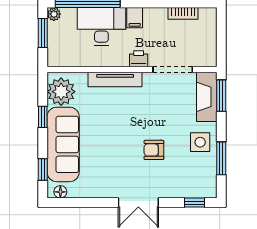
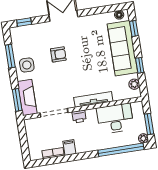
filing cabinet: (135, 18) -> (69, 148), moved
desk: (101, 26) -> (115, 119), moved, turned 180
plant: (61, 92) -> (134, 84), width x0.53, depth x0.53

